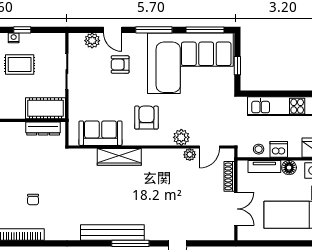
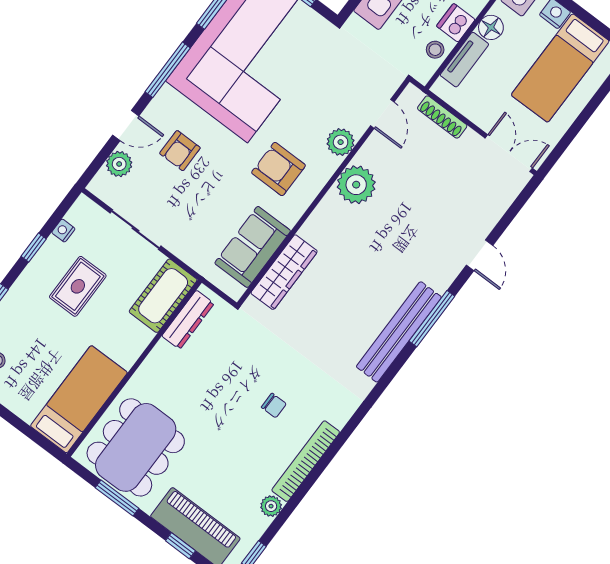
nightstand: (14, 38) -> (63, 231), moved
plant: (190, 155) -> (356, 185), moved, width x1.88, depth x1.88
wardrobe: (119, 157) -> (284, 272), moved
double door: (236, 209) -> (509, 153), moved

